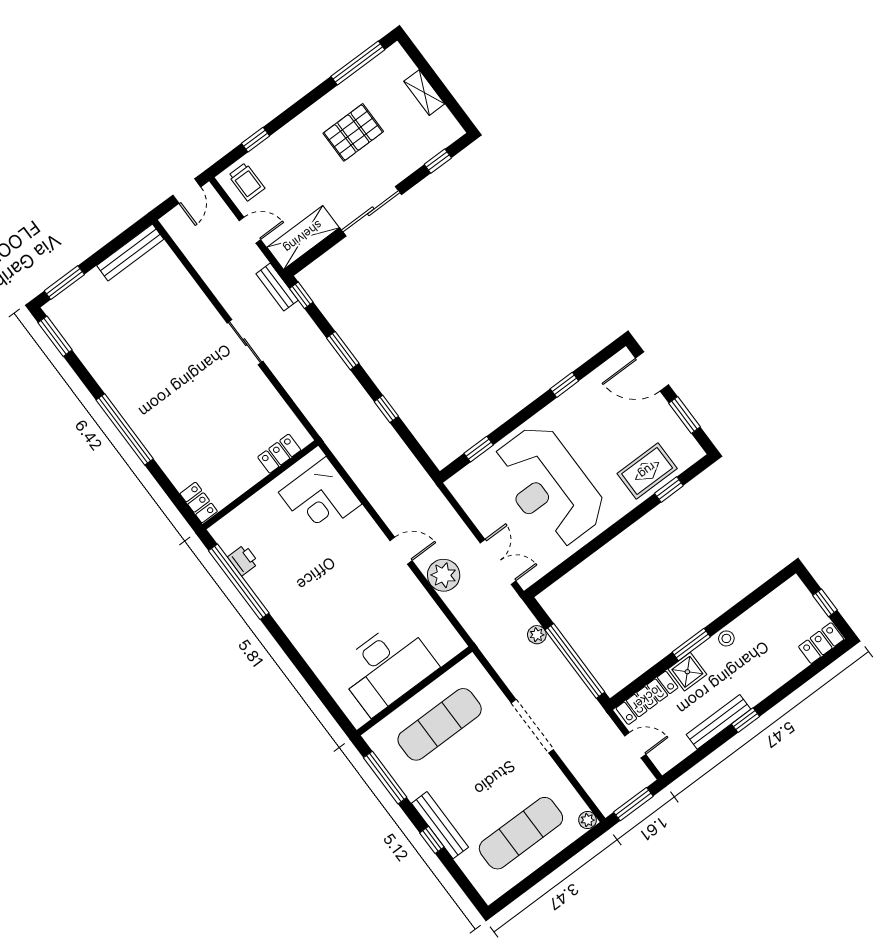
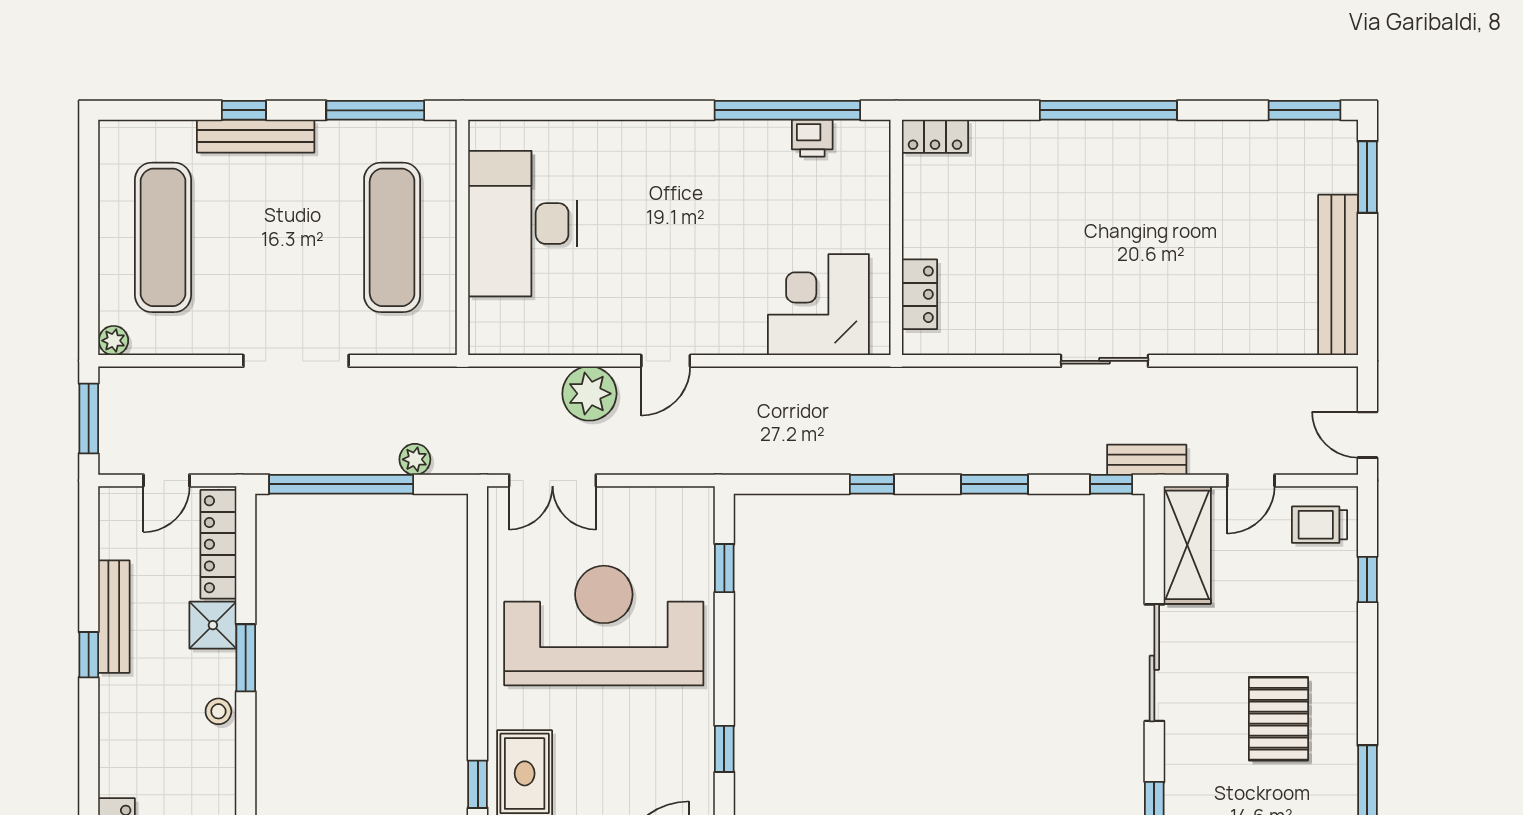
bench: (130, 252) -> (1338, 275), width x1.37, depth x1.21

